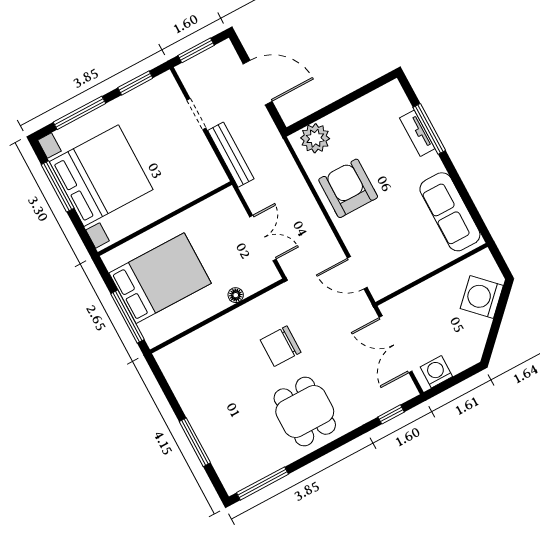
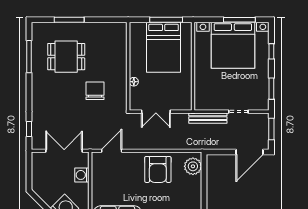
door: (258, 83) -> (249, 152), moved
window: (80, 113) -> (271, 51), width x0.46
armchair: (348, 188) -> (158, 169), turned 90
window: (127, 317) -> (166, 20), moved
washing machine: (436, 372) -> (82, 175), moved, turned 180
dining table: (305, 412) -> (66, 57), moved
window: (263, 483) -> (29, 57), moved

